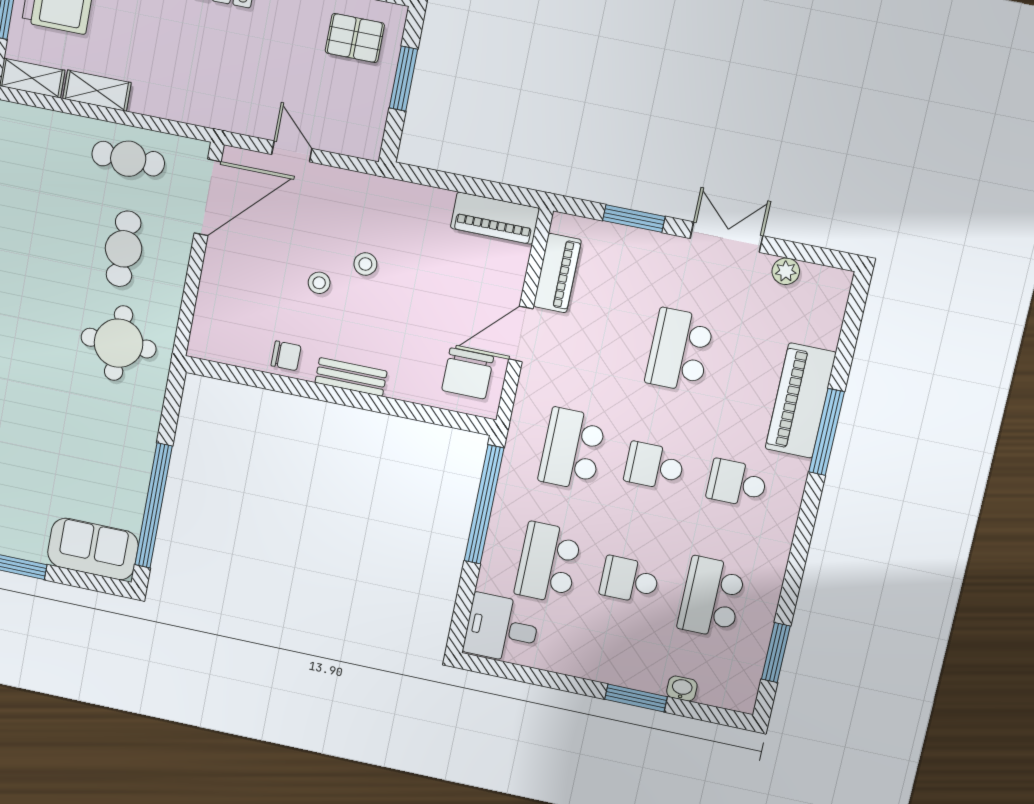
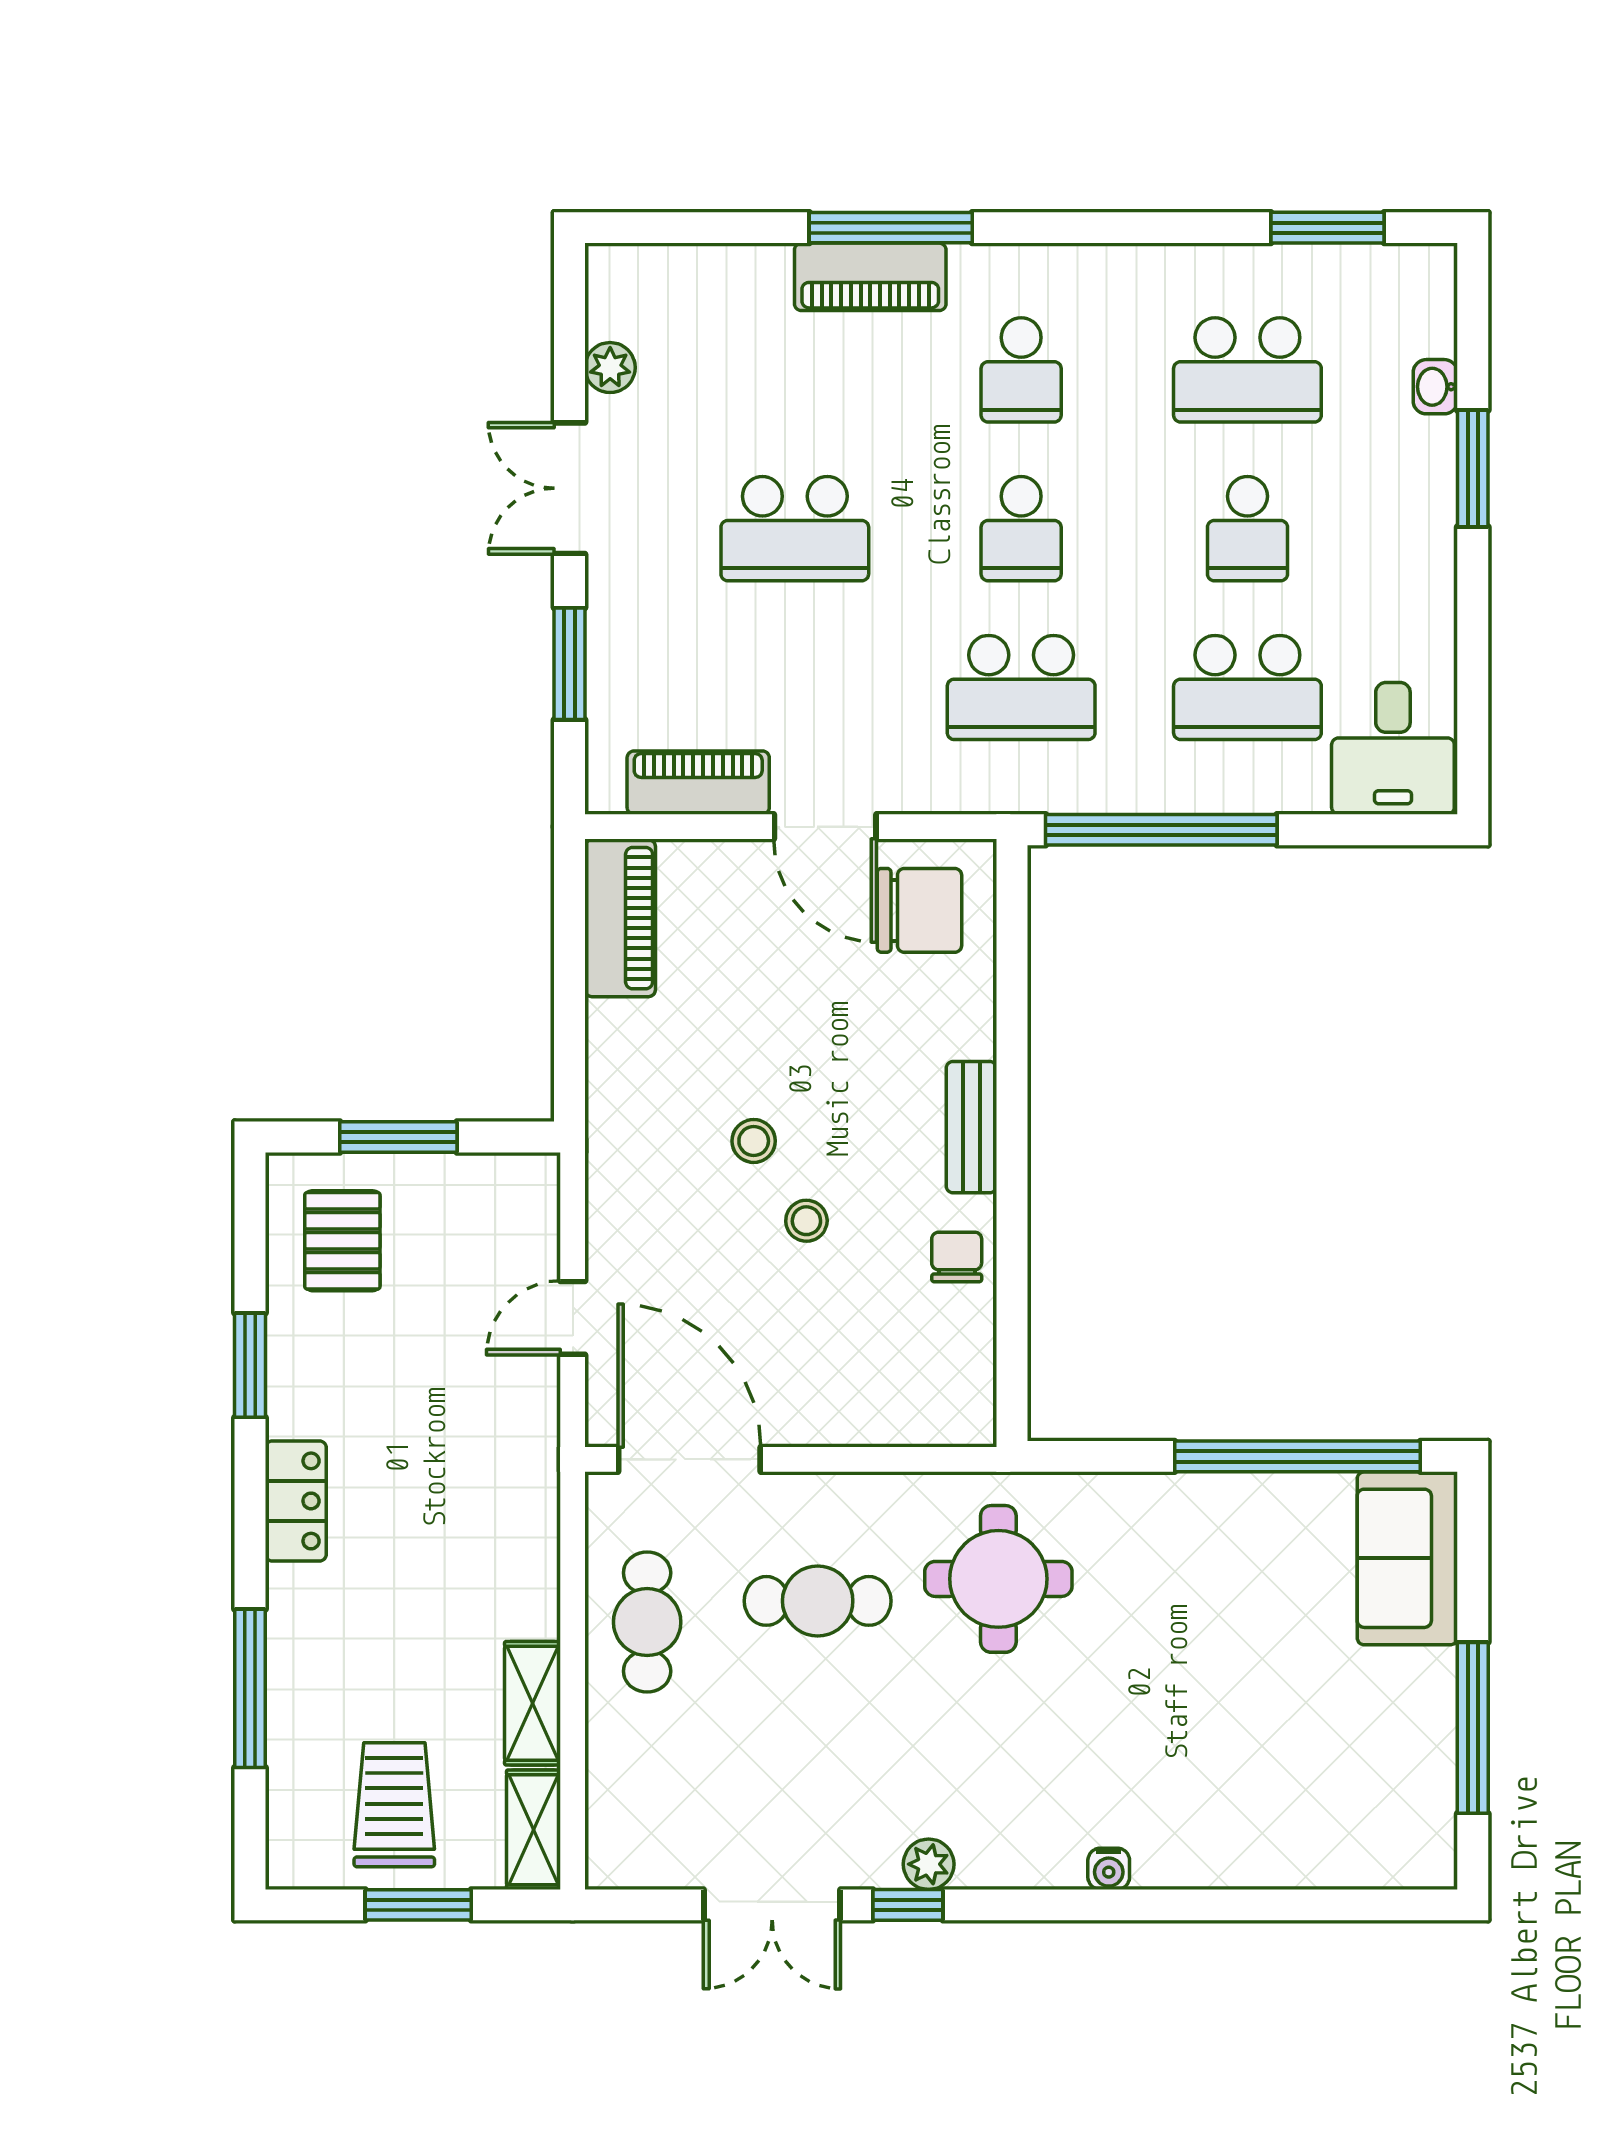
piano: (801, 401) -> (870, 277), width x0.73, depth x0.75

